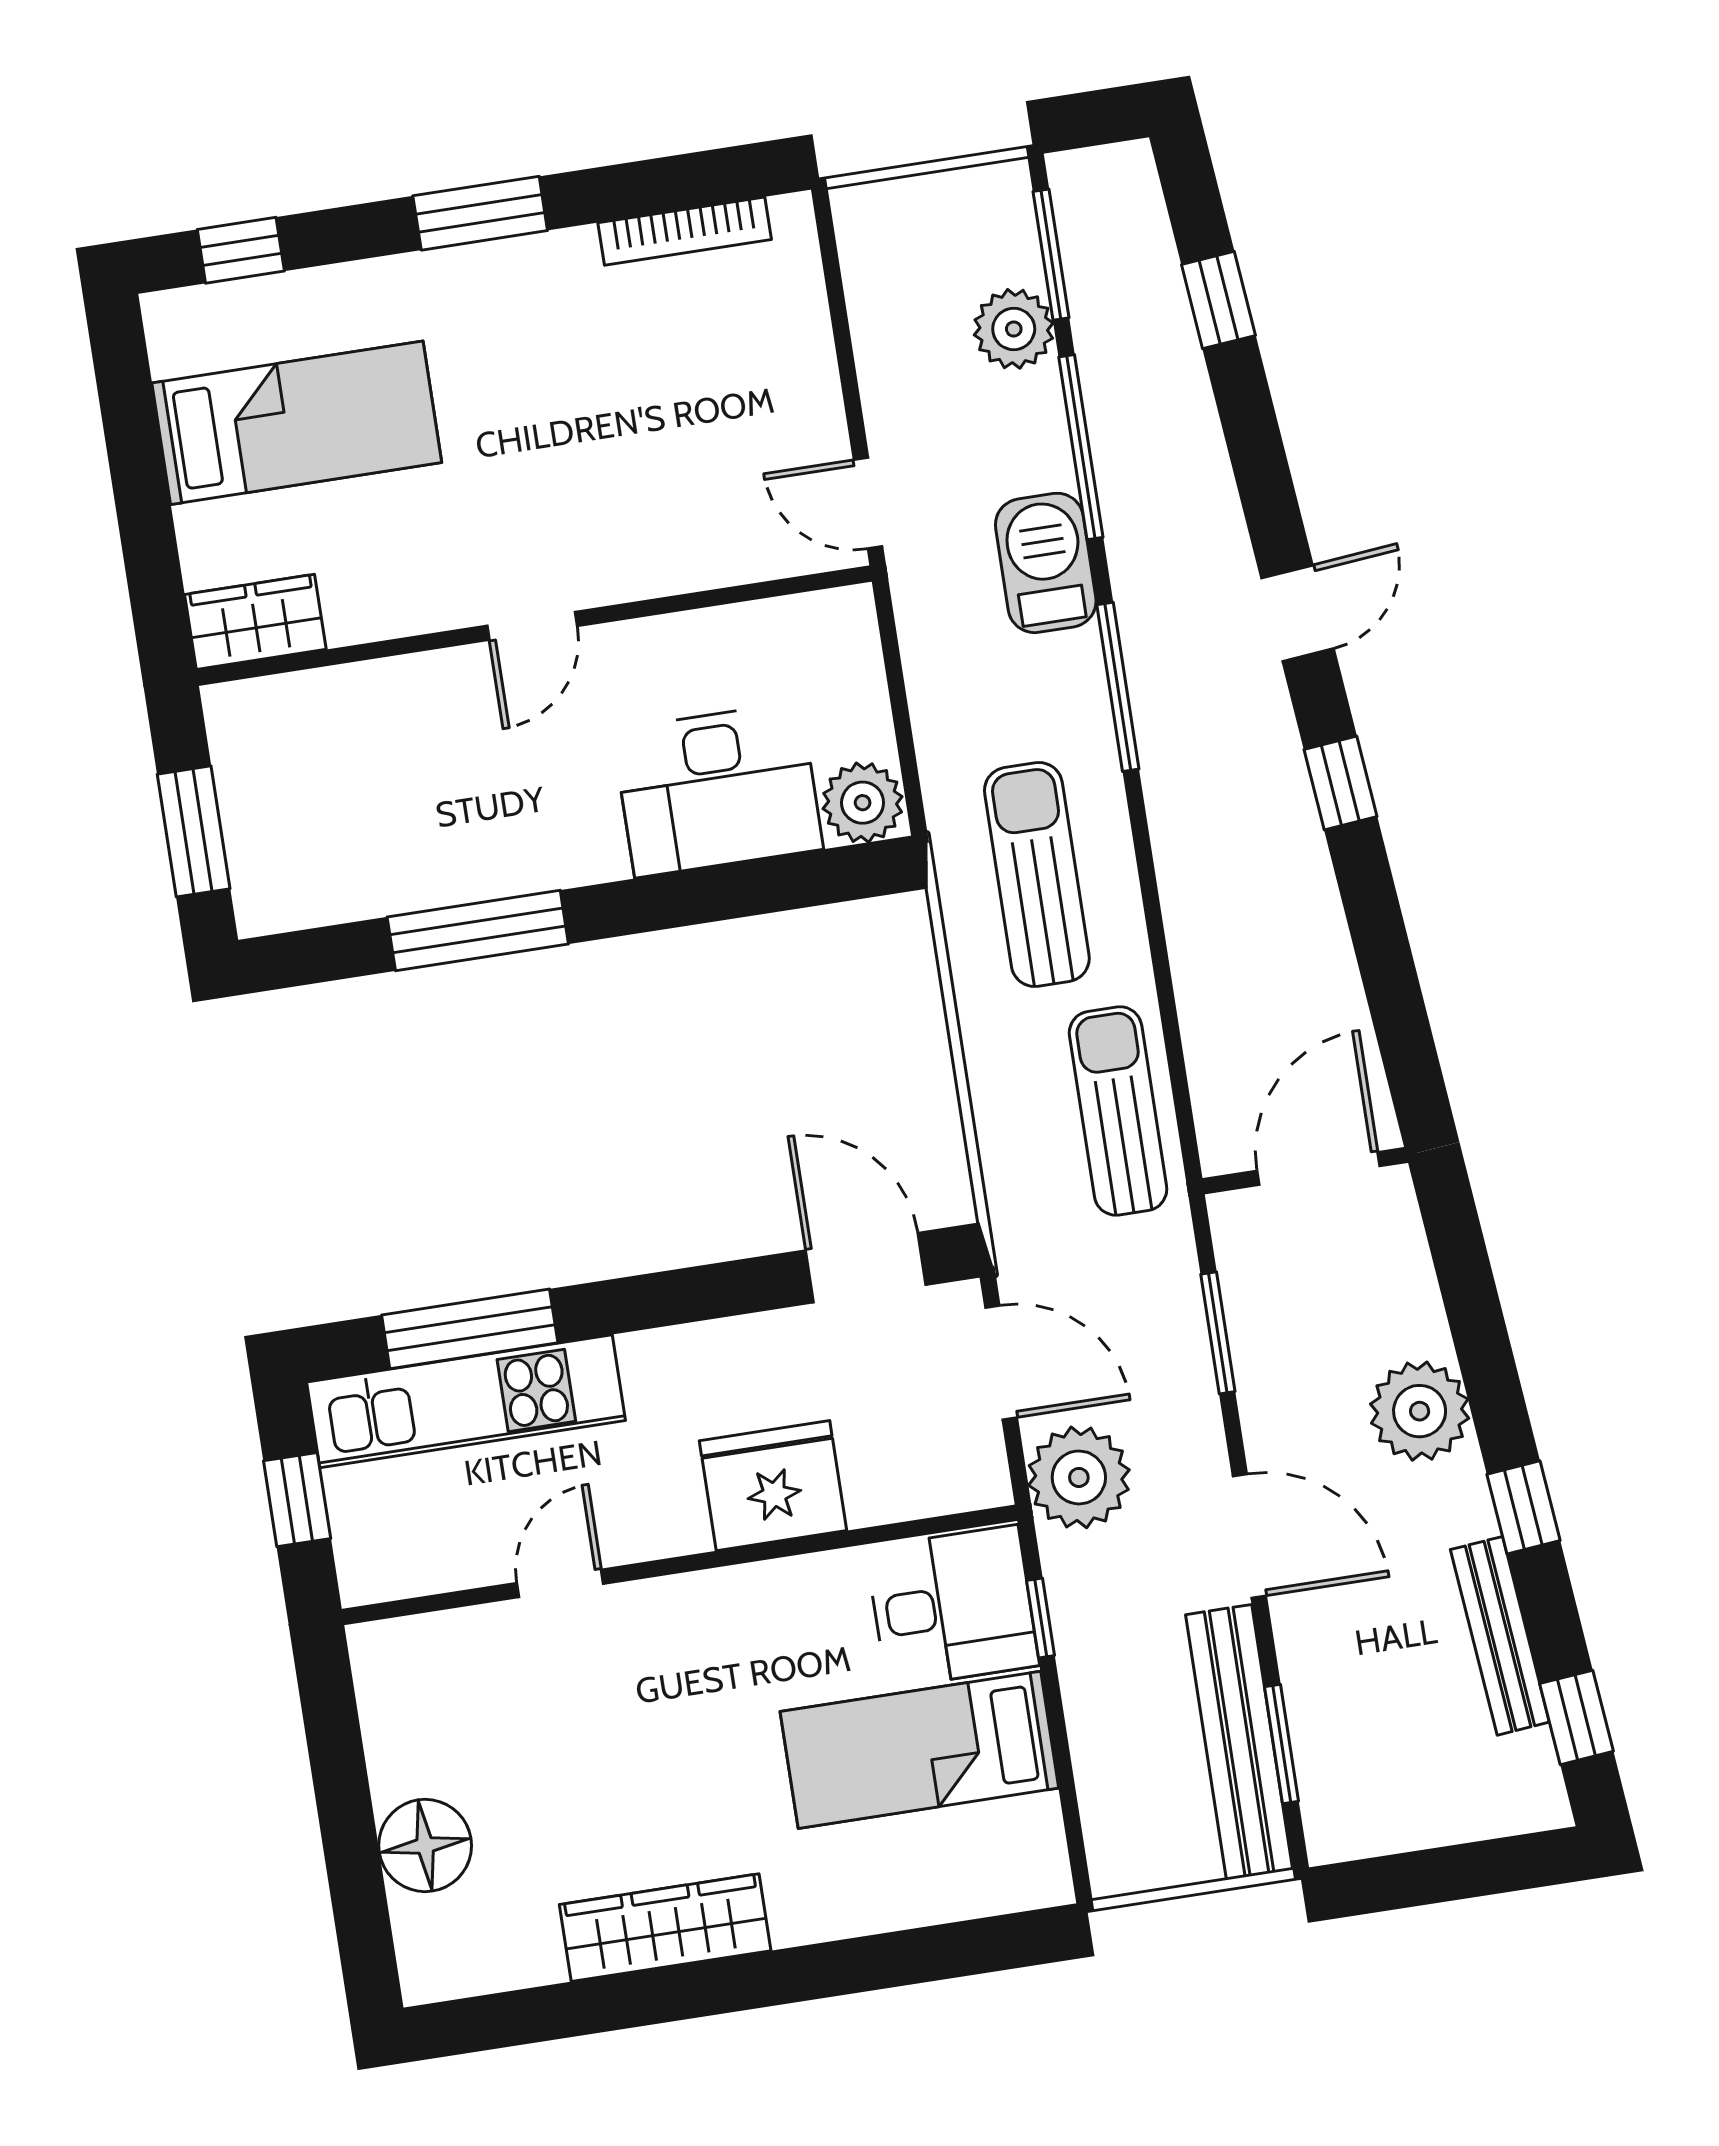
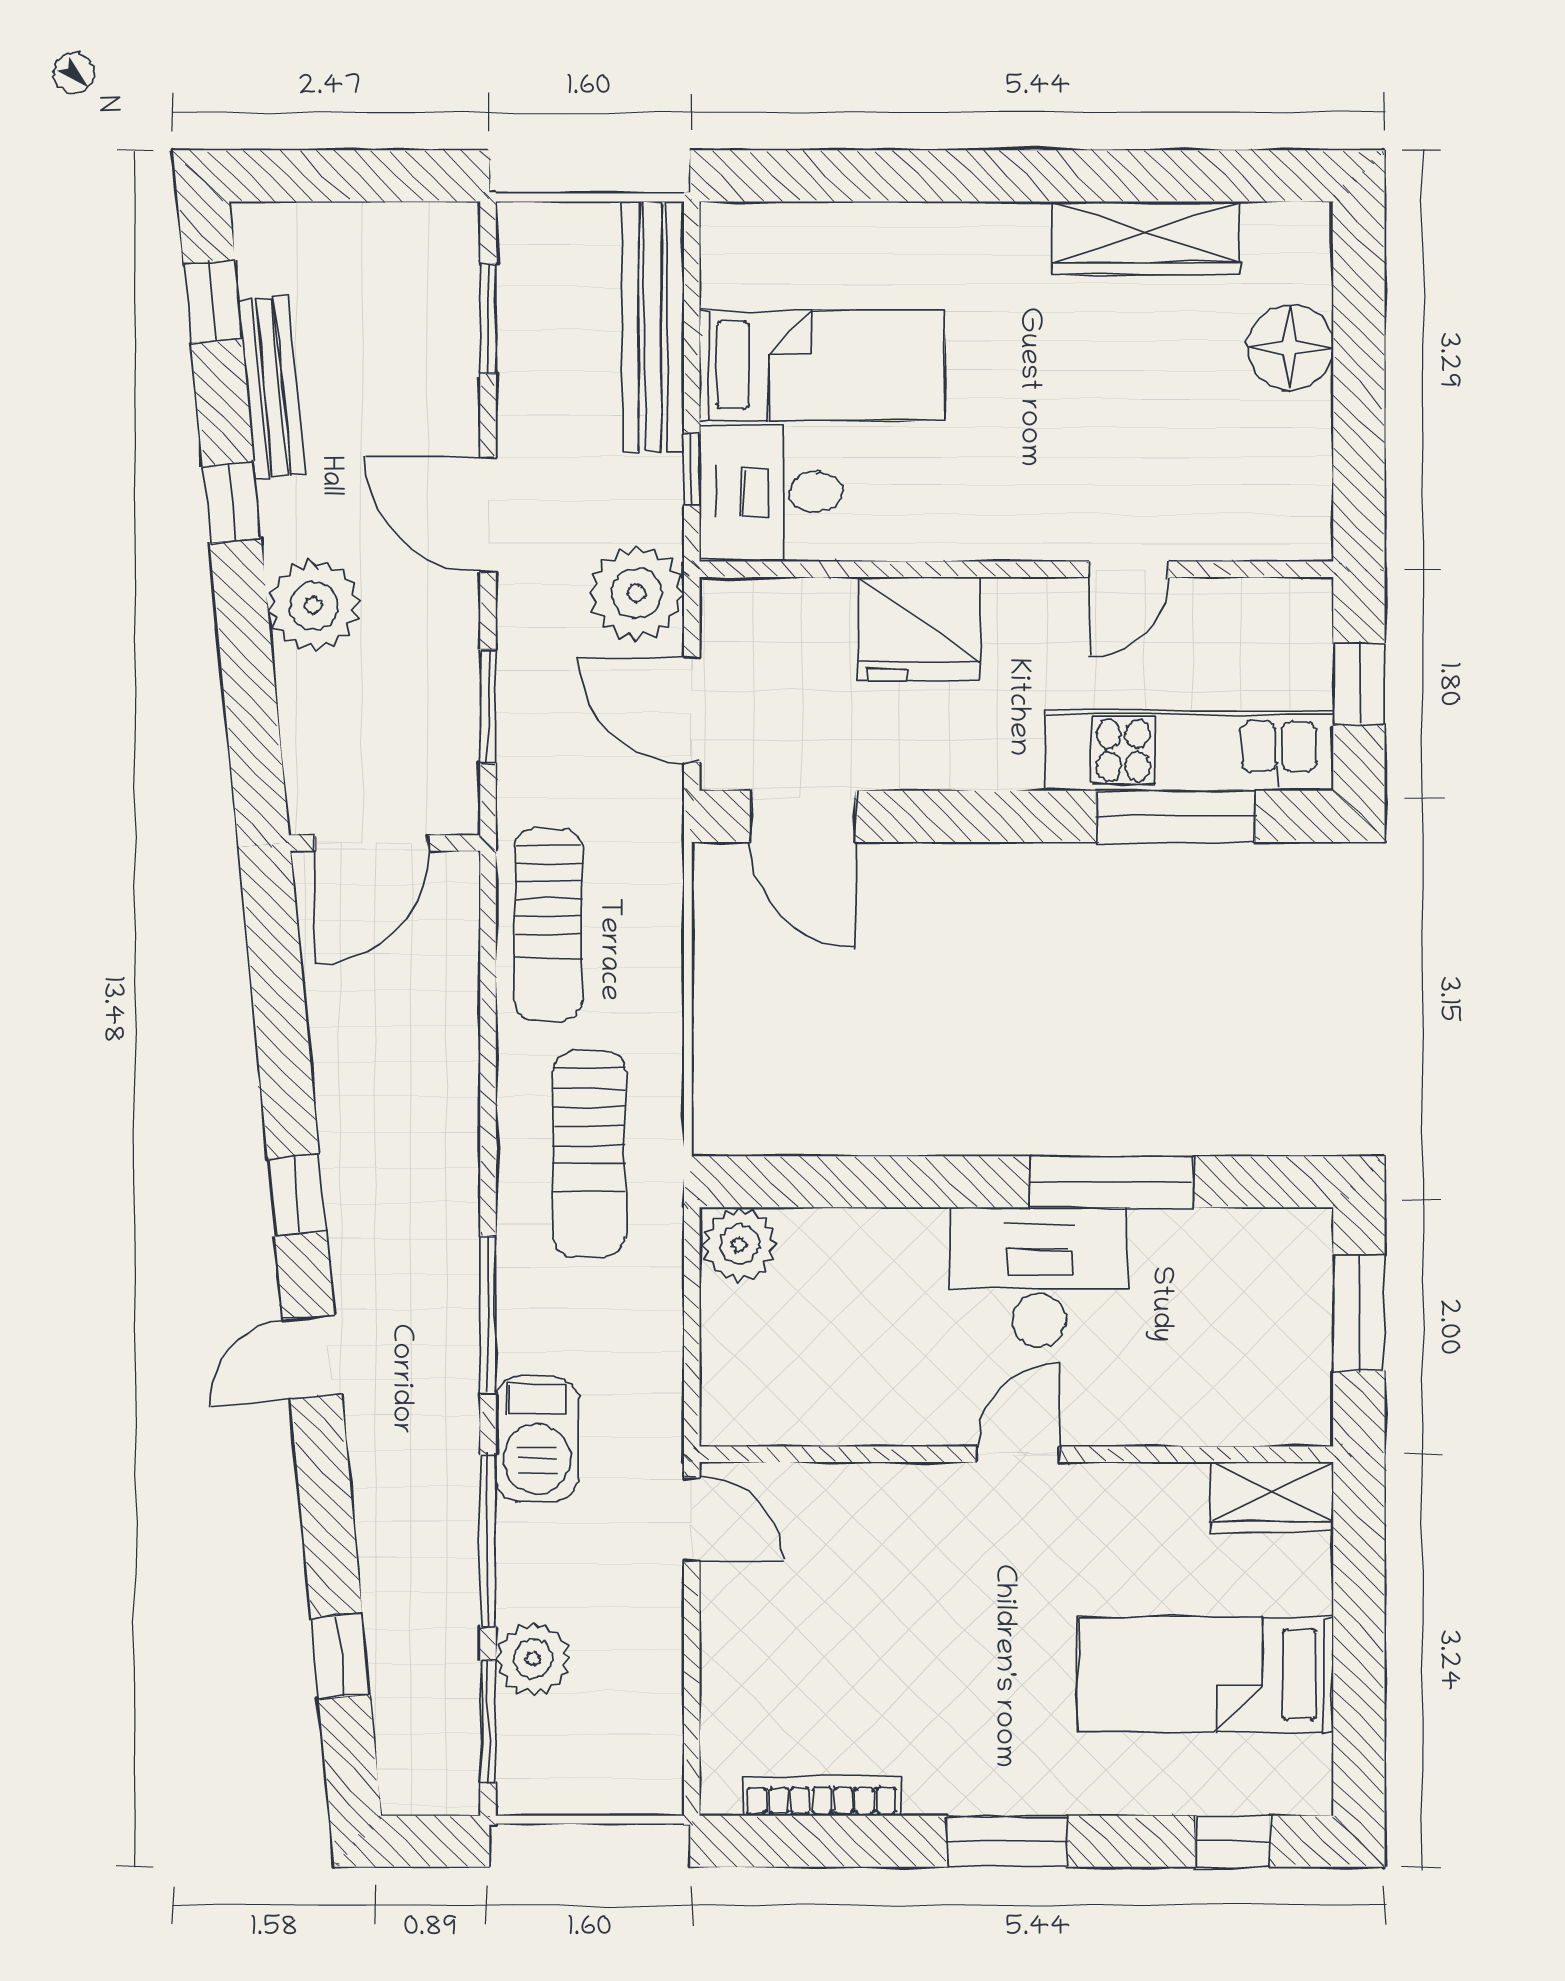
desk: (718, 790) -> (1039, 1277), moved
bench: (1239, 1742) -> (653, 327), moved
wardrobe: (665, 1928) -> (1146, 238), moved

